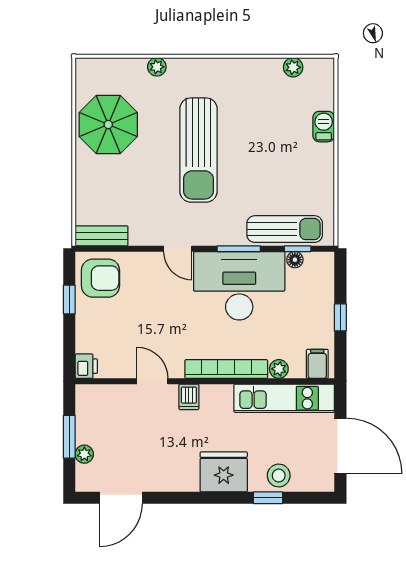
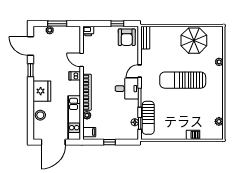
desk: (239, 286) -> (127, 89), width x0.53, depth x0.77
door: (152, 381) -> (82, 60), swing flipped
window: (268, 498) -> (31, 70), moved

